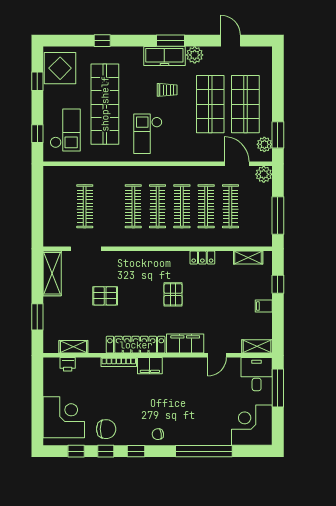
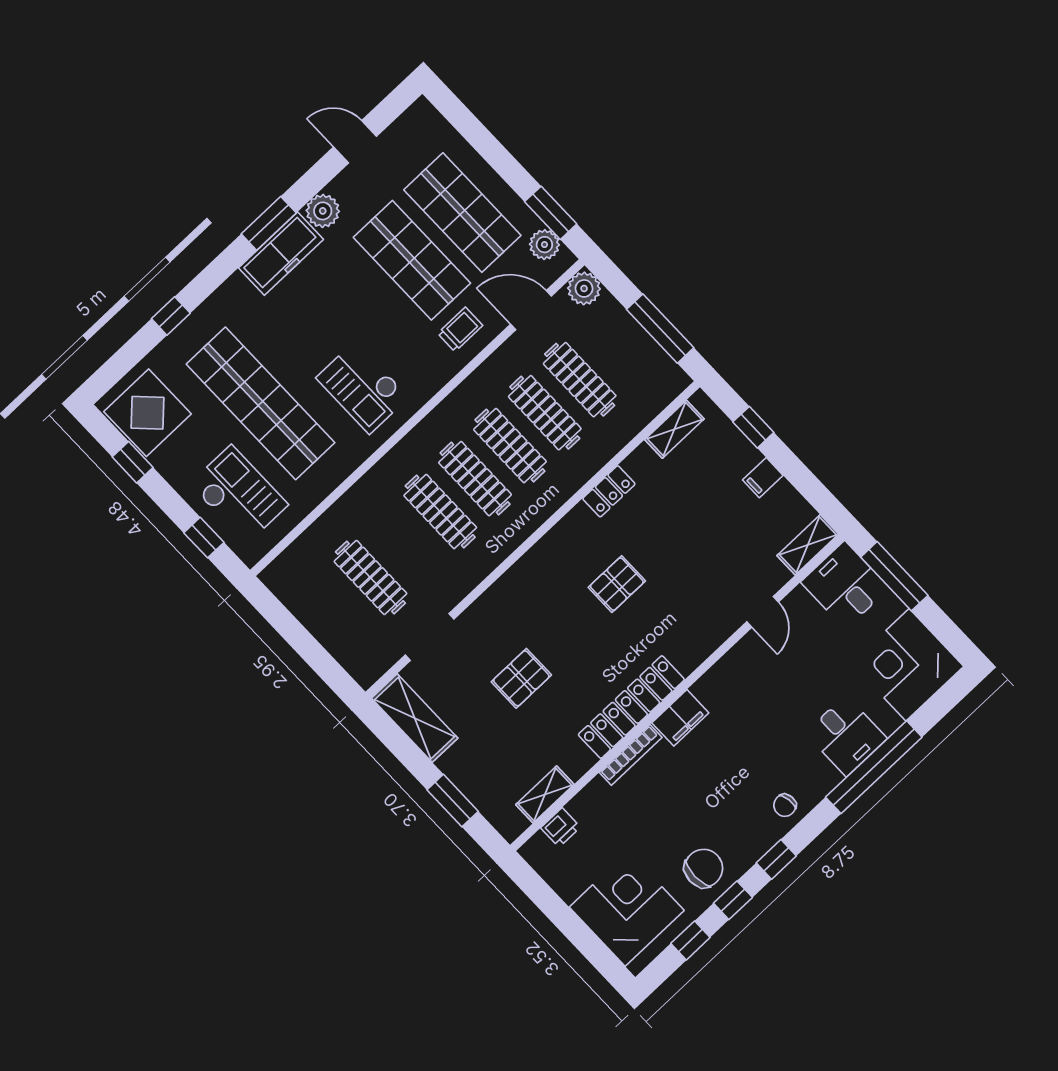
trolley: (167, 90) -> (460, 329), moved
pallet: (173, 294) -> (617, 584), turned 90
filing cabinet: (185, 344) -> (701, 638), removed
desk: (205, 430) -> (846, 736), added

